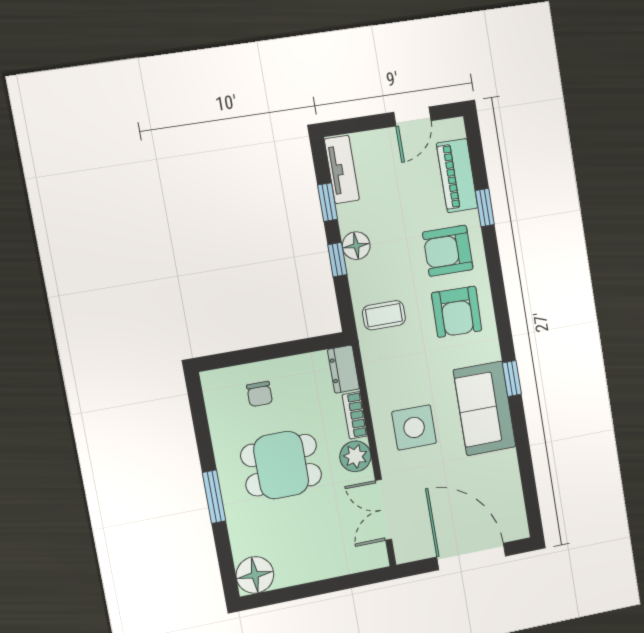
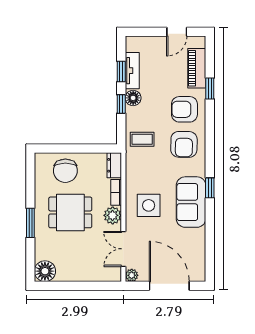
tv unit: (342, 169) -> (132, 71), moved
chair: (260, 394) -> (65, 171), width x1.87, depth x1.87
plant: (405, 552) -> (132, 275), added

